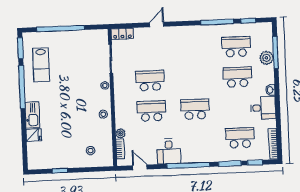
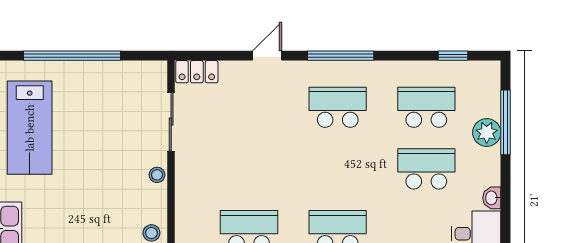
window: (217, 22) -> (341, 56), moved
lab bench: (41, 65) -> (30, 128), width x1.36, depth x1.39
school desk: (150, 81) -> (338, 107), moved

